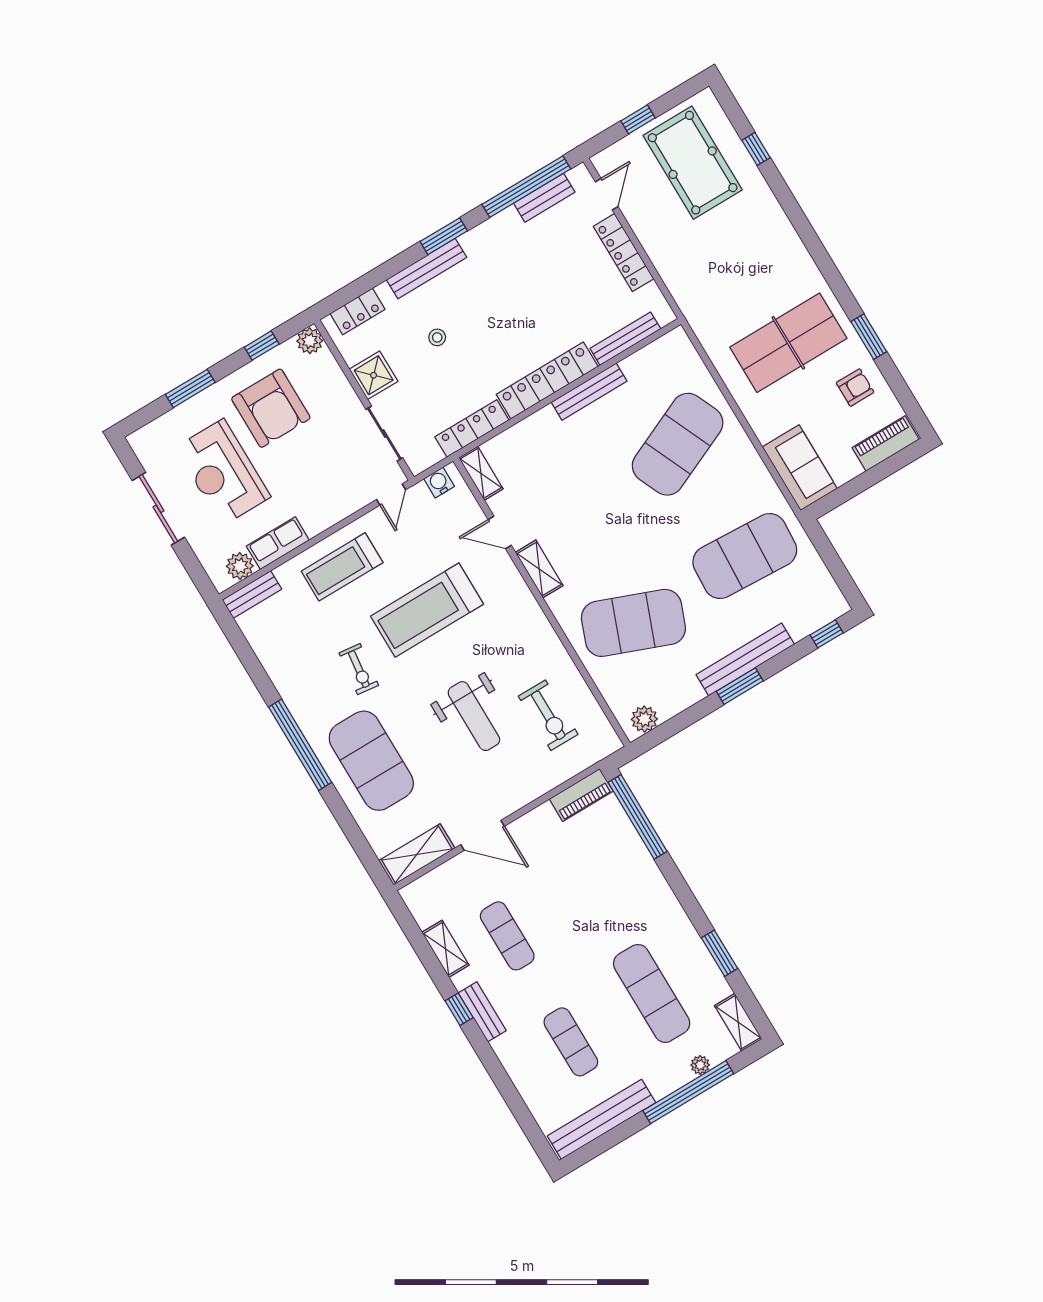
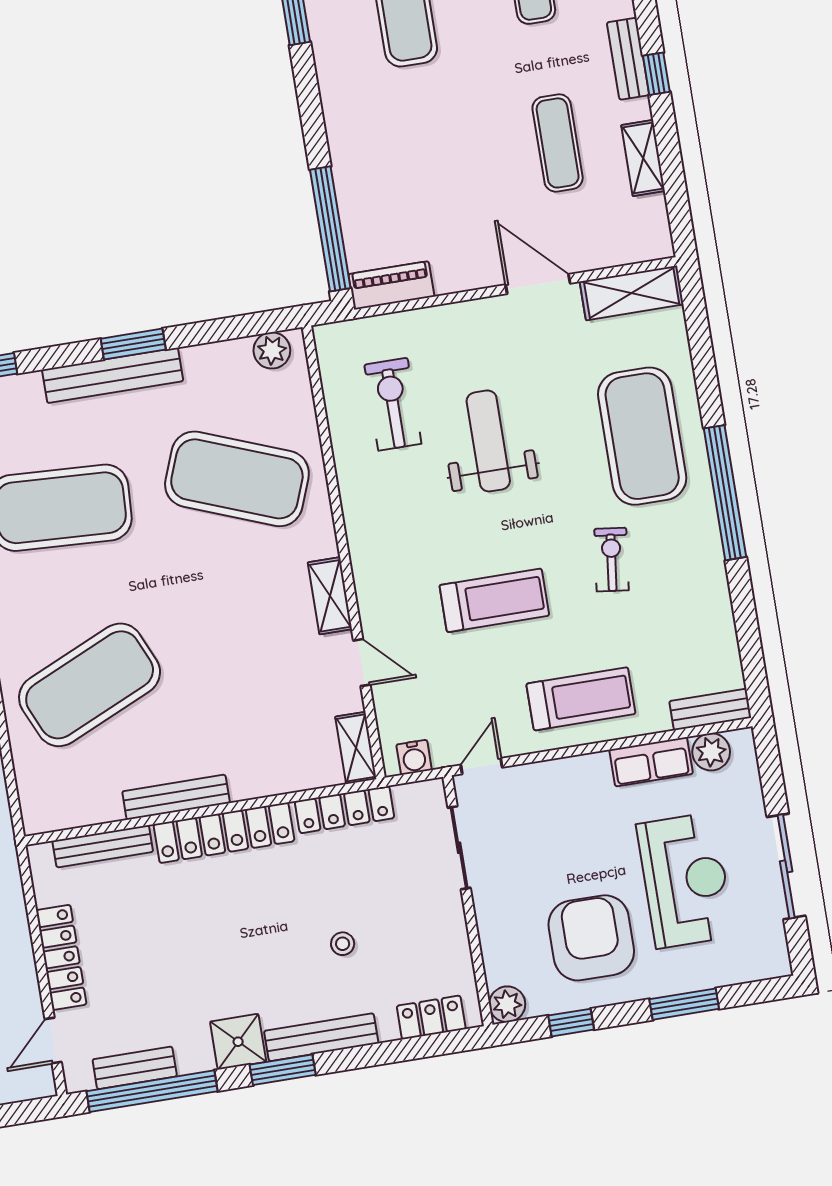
shower: (374, 375) -> (238, 1042), moved
treadmill: (427, 610) -> (494, 600), width x0.73, depth x0.73

